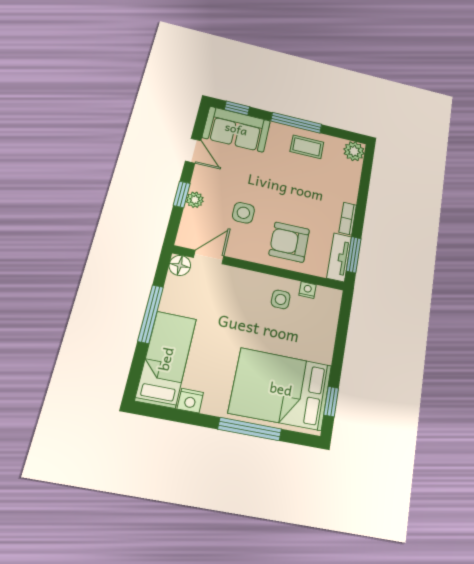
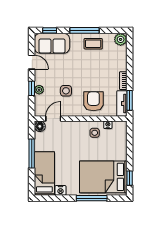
armchair: (289, 242) -> (93, 101), turned 90

